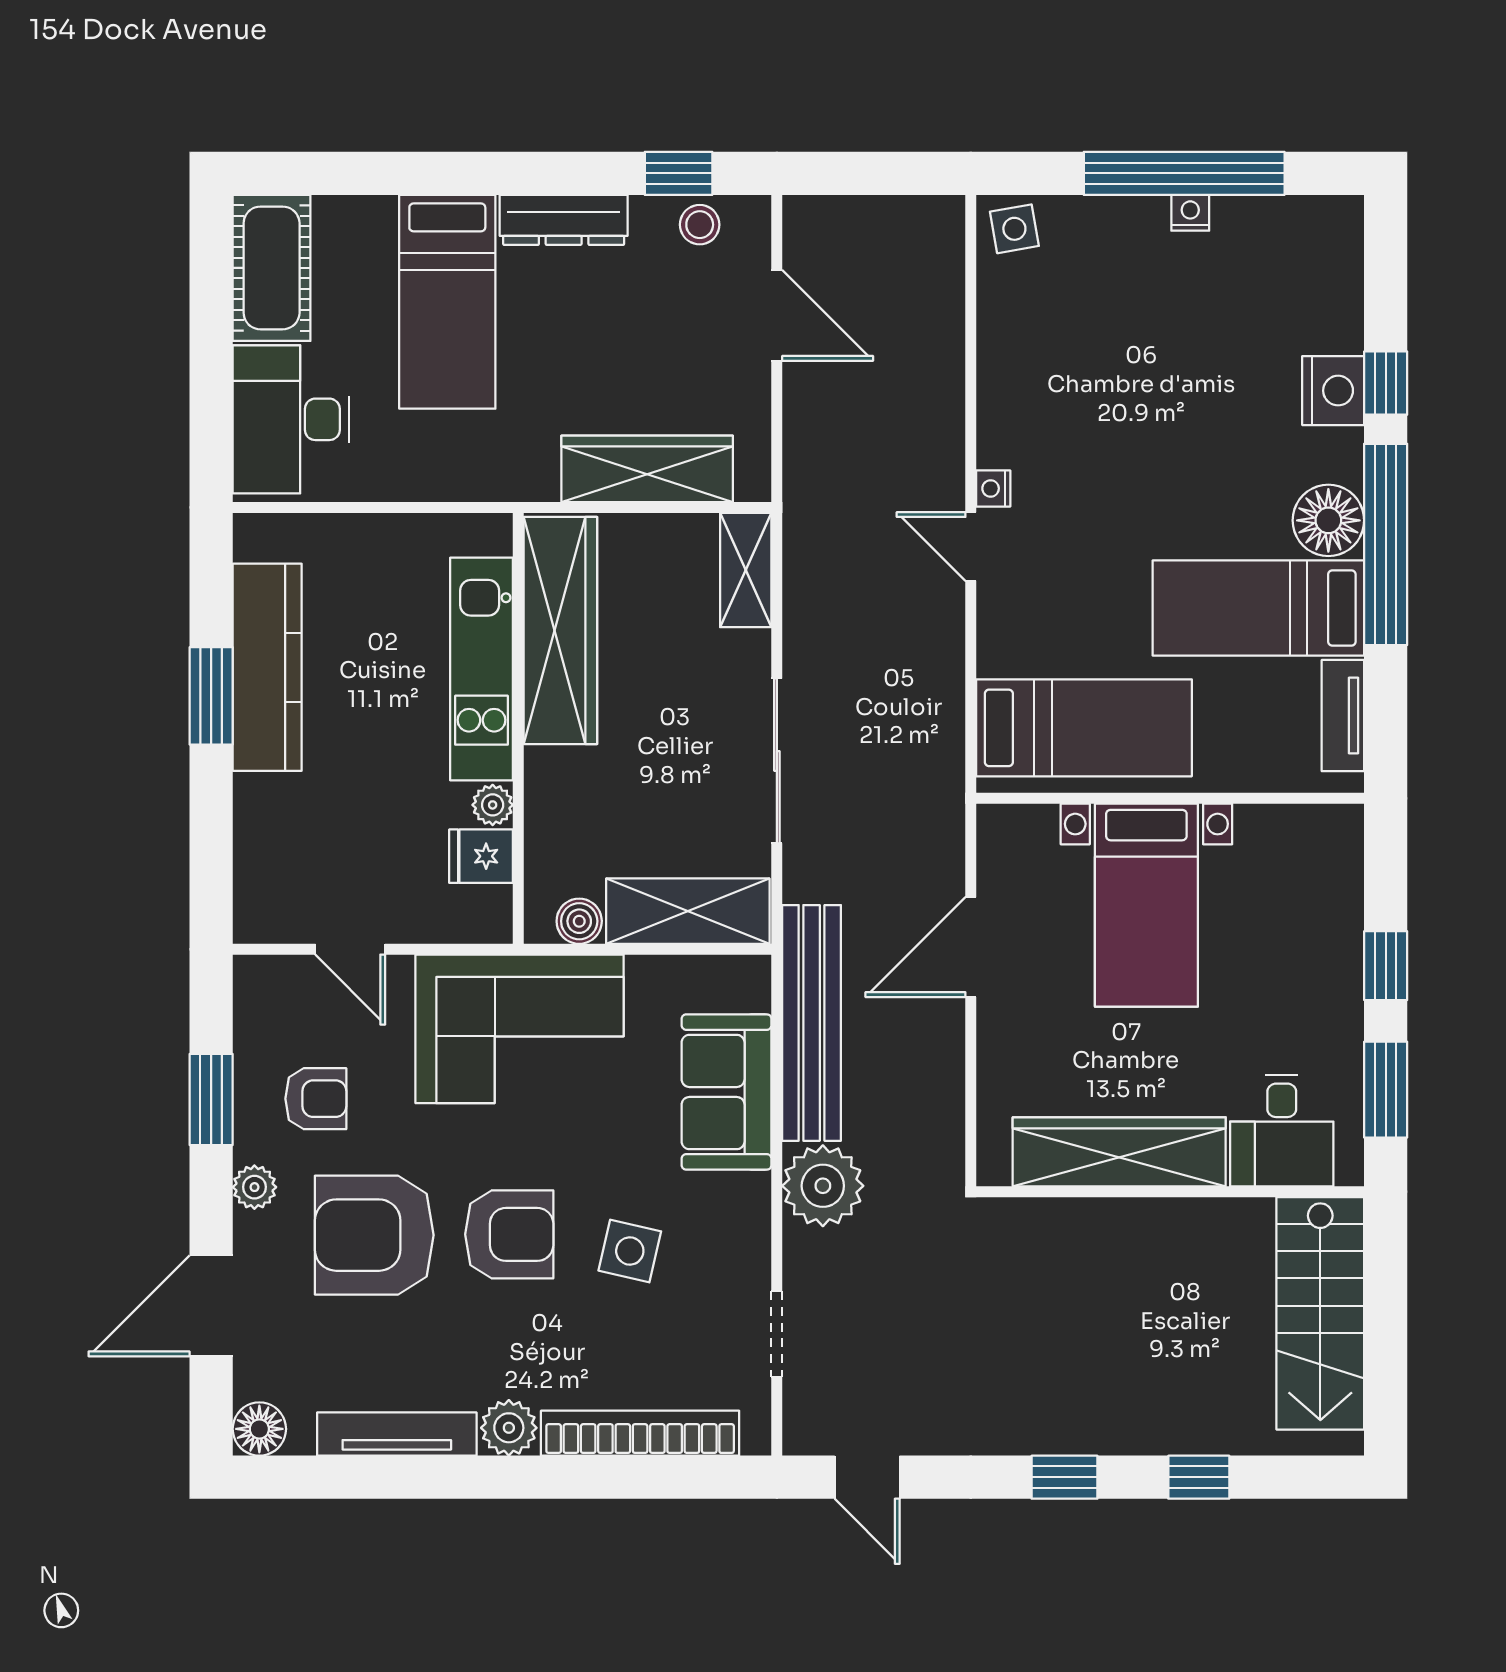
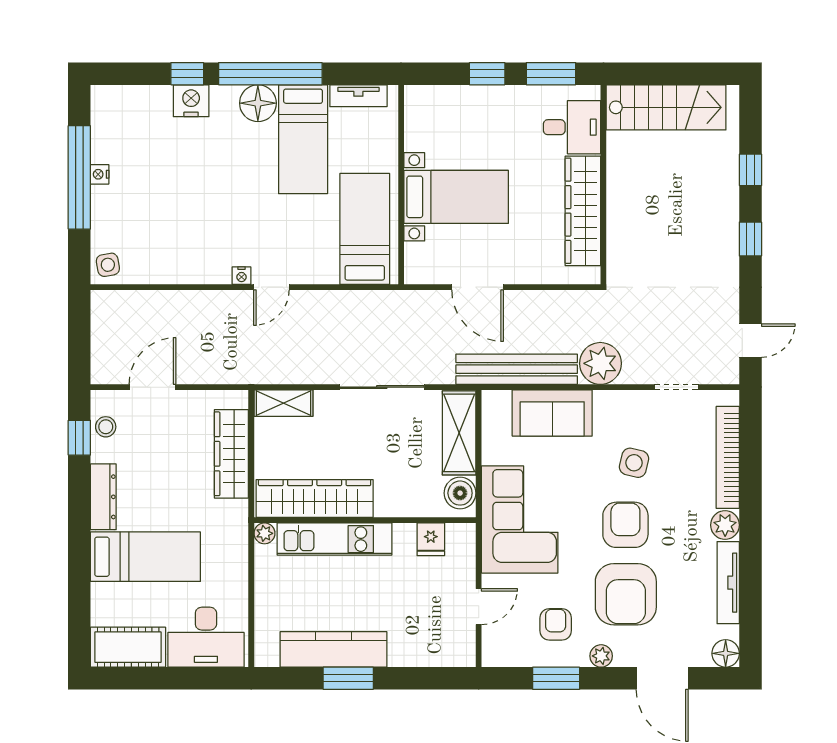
plant: (493, 805) -> (264, 533), moved
boiler: (579, 921) -> (460, 493), width x1.36, depth x1.36

